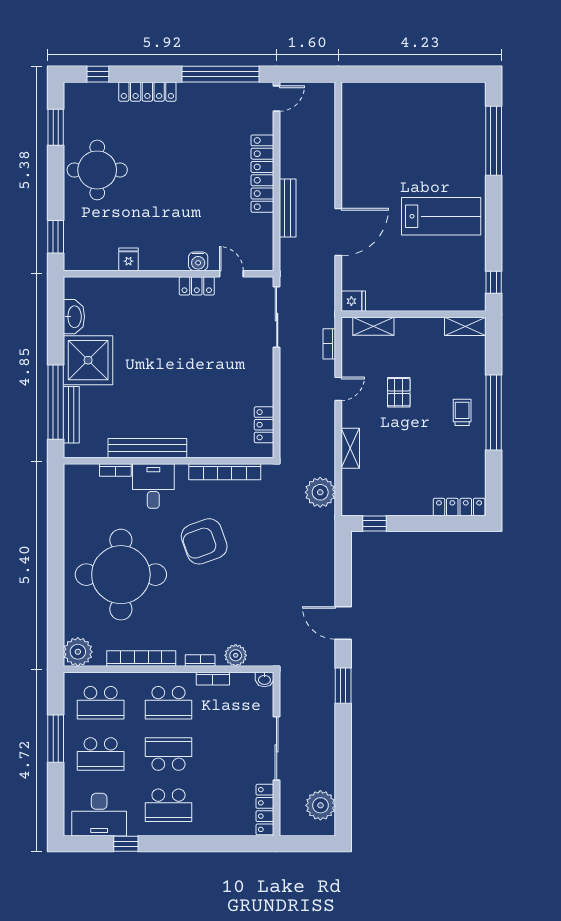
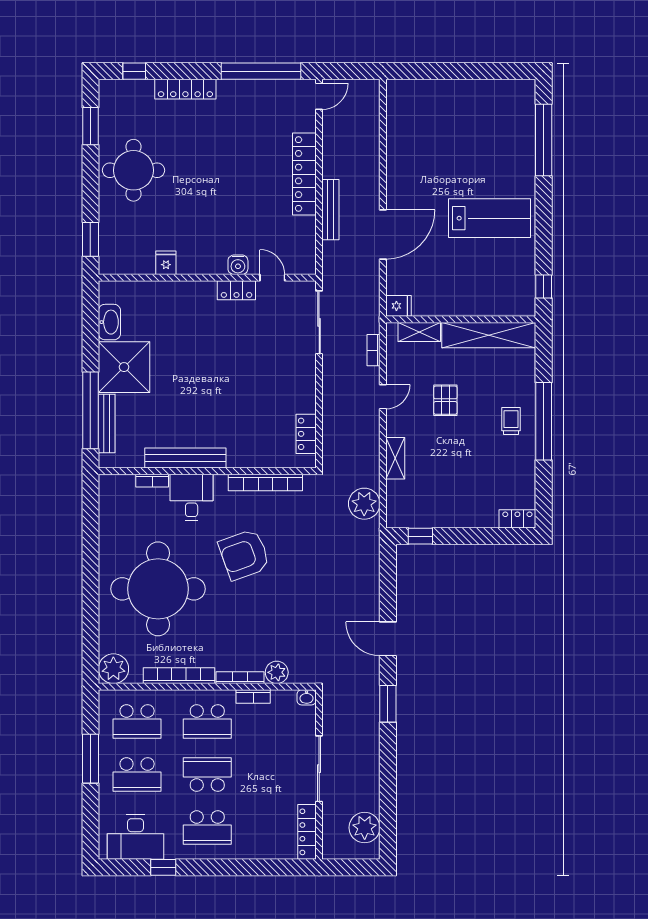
shelving: (465, 326) -> (489, 335), width x2.20, depth x1.33
locker: (459, 507) -> (517, 519), width x0.66
bookcase: (200, 660) -> (240, 678), width x1.56

